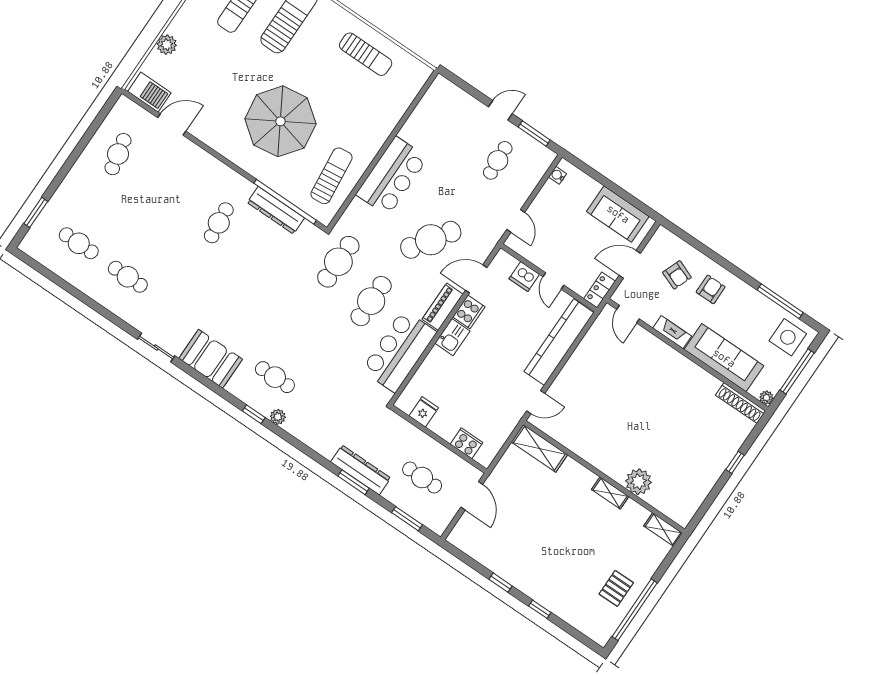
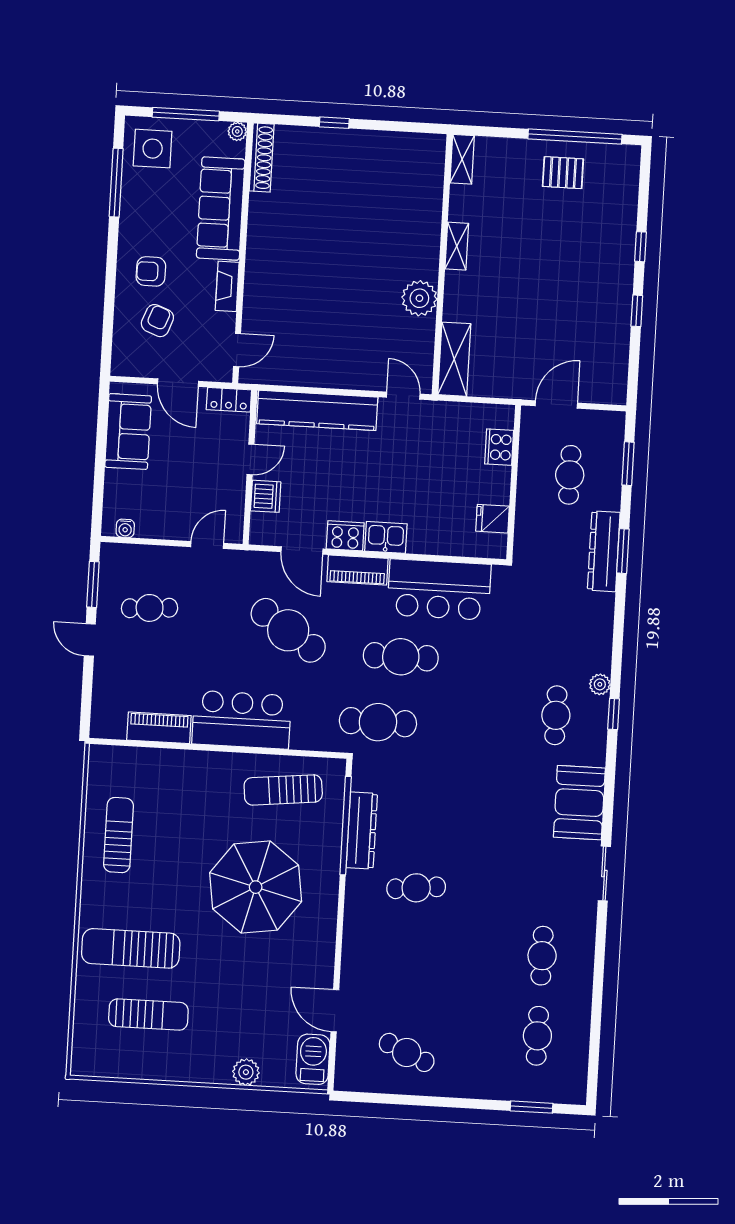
piano: (418, 121) -> (159, 728), added
cafe table: (118, 154) -> (407, 1052), turned 36
plant: (639, 482) -> (419, 298), moved

